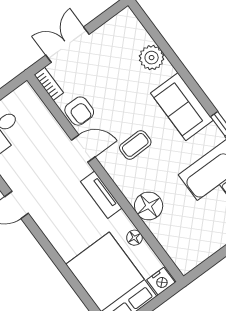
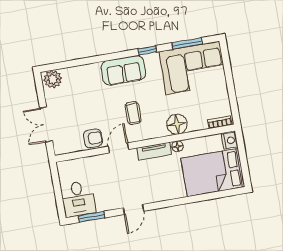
plant: (152, 58) -> (53, 79), moved
bookcase: (49, 84) -> (220, 122), moved
floor lamp: (134, 238) -> (177, 146), moved

